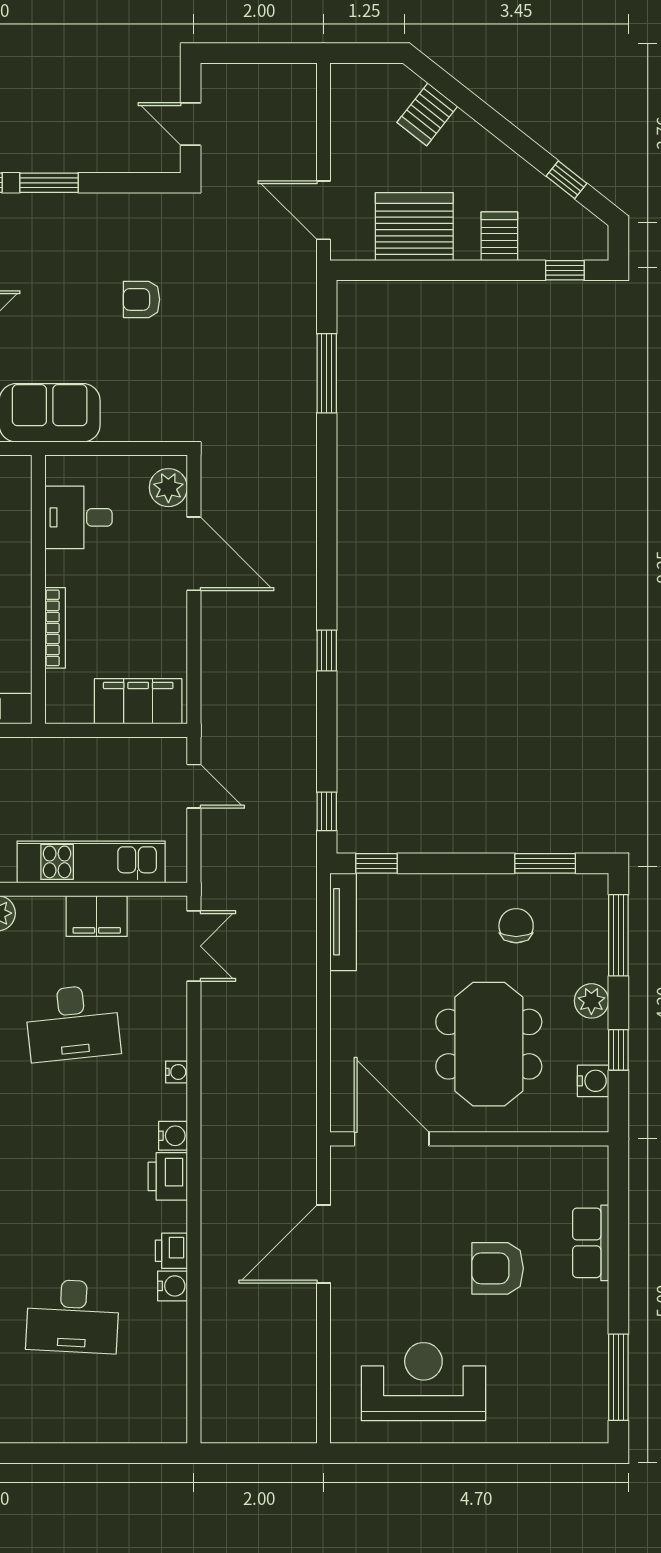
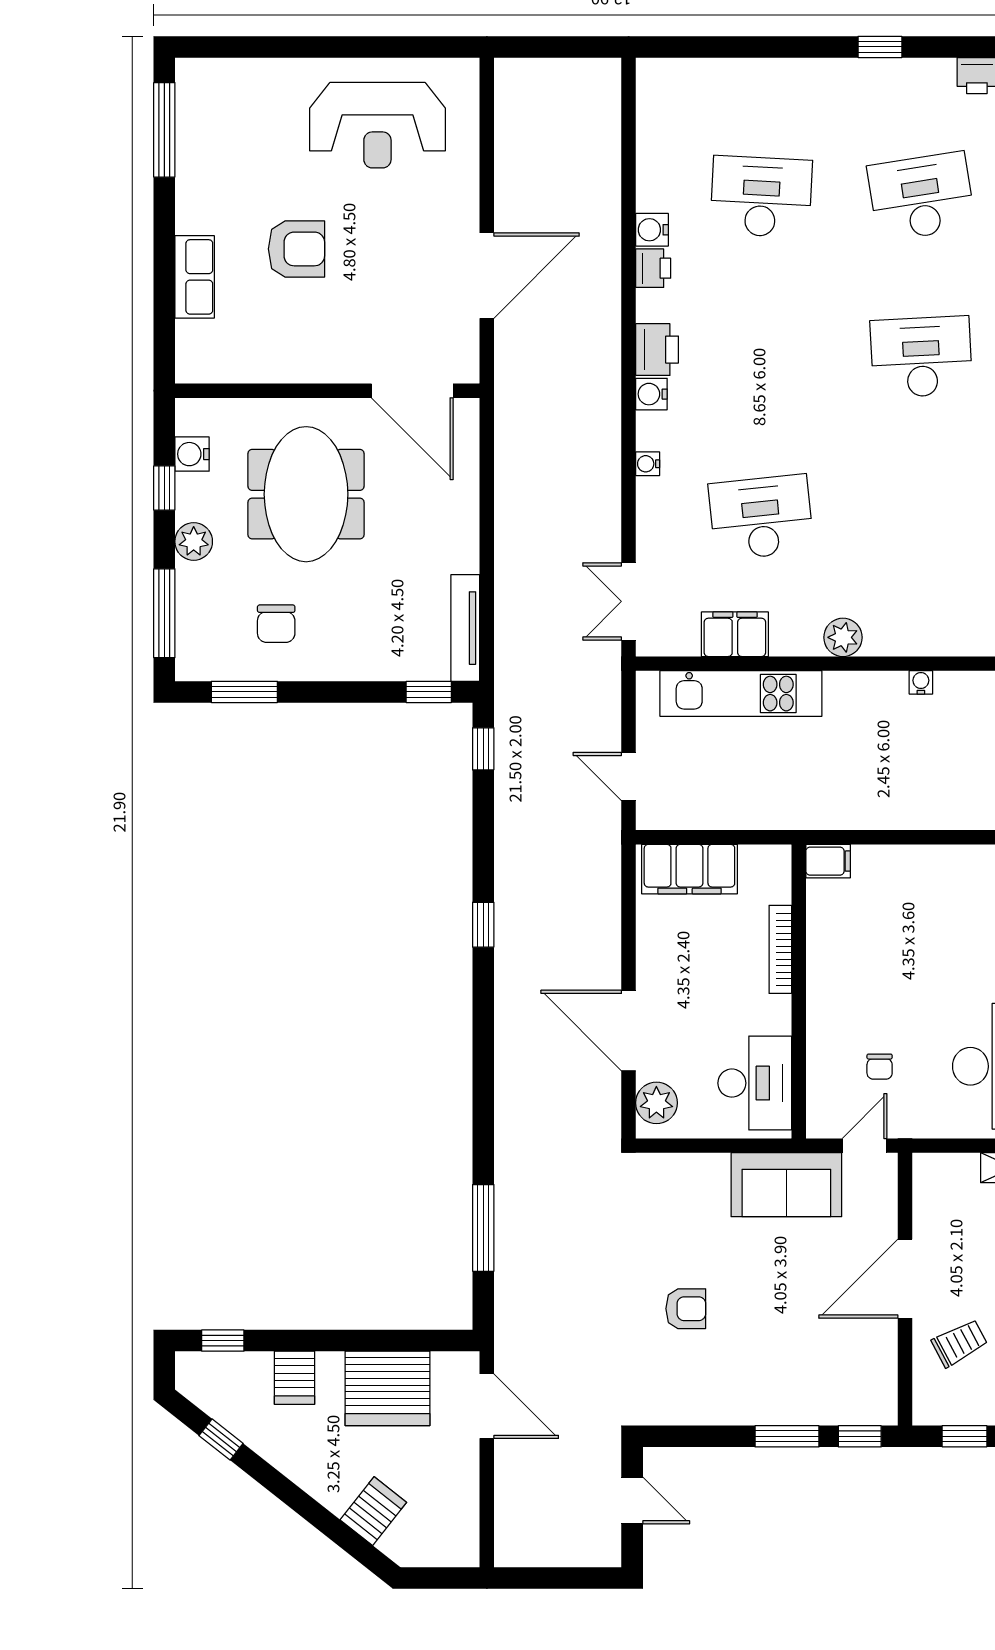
desk: (79, 517) -> (755, 1083), width x1.37

